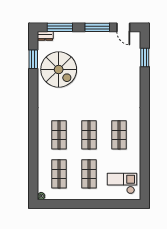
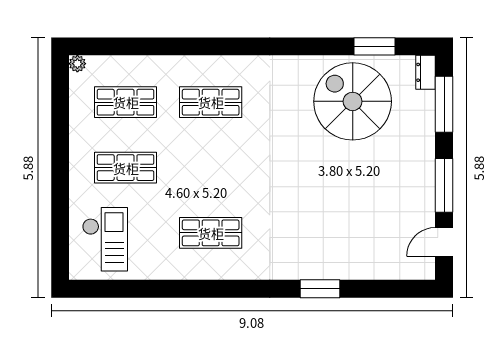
window: (145, 58) -> (320, 289), moved
spiral stairs: (59, 70) -> (353, 101), turned 90
shop shelf: (89, 135) -> (211, 168), removed

